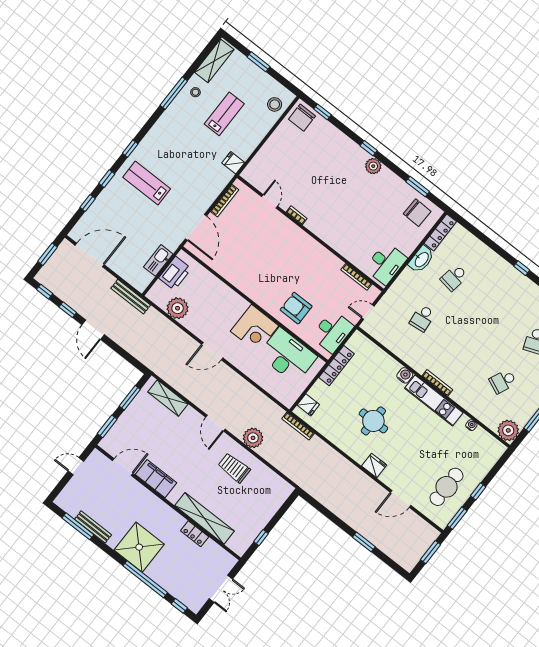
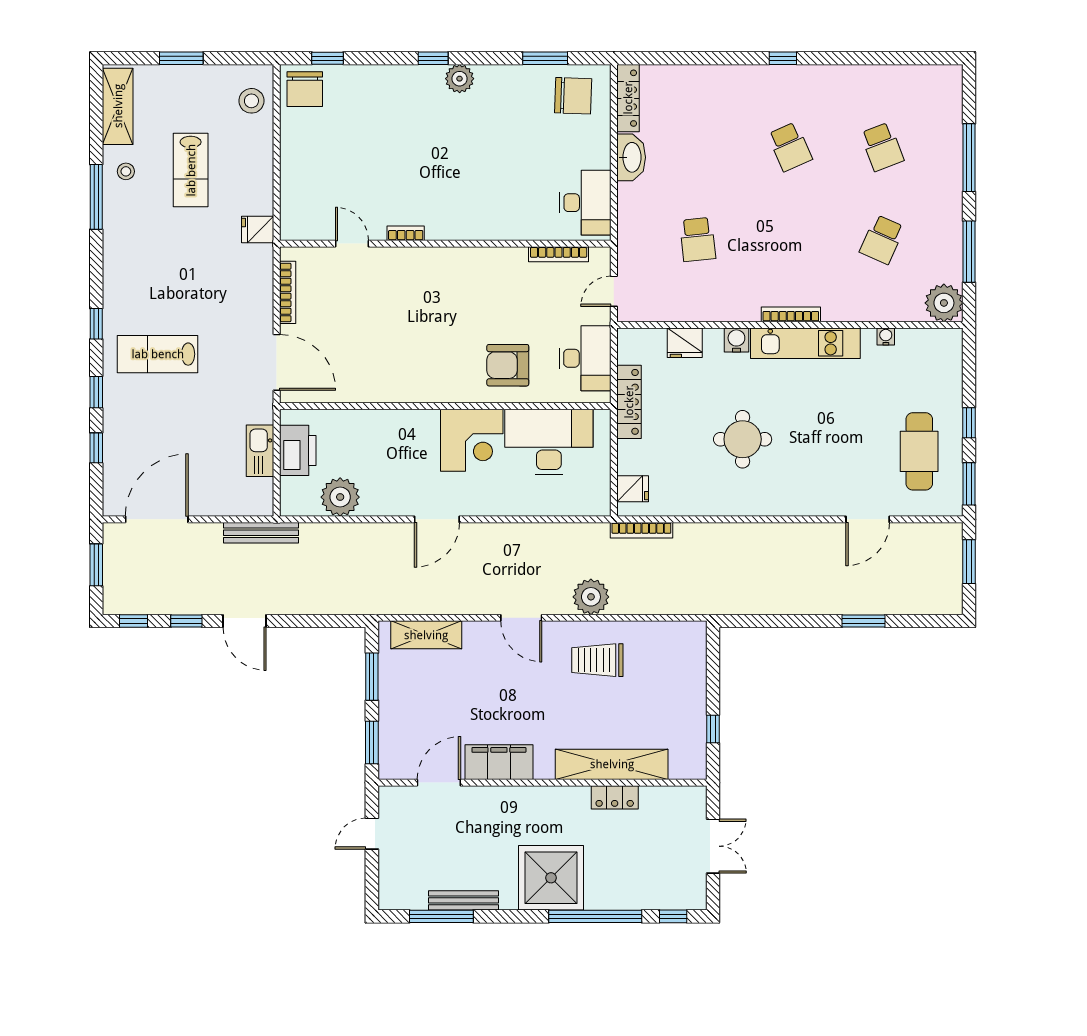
lab bench: (224, 114) -> (191, 170), turned 180
school desk: (454, 278) -> (790, 147), moved, turned -33
fridge: (374, 465) -> (685, 343), moved, turned 180

